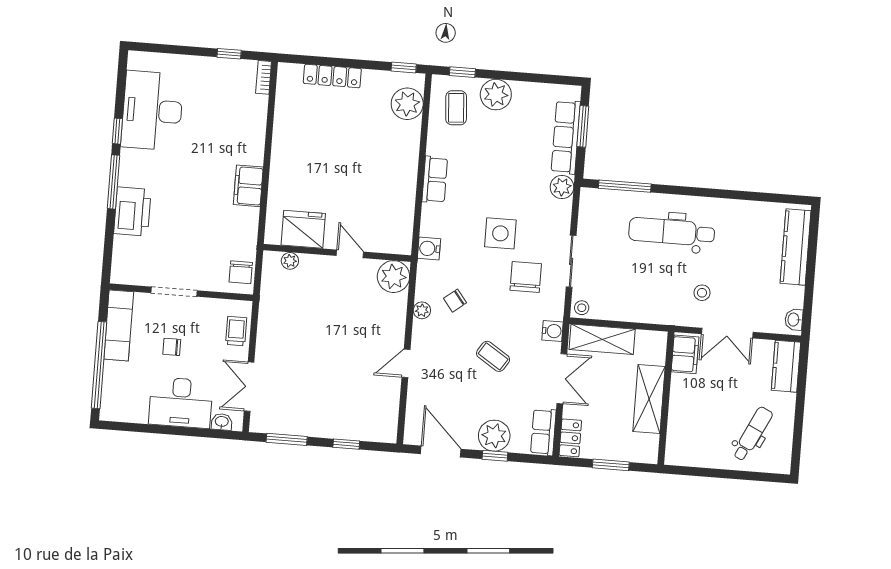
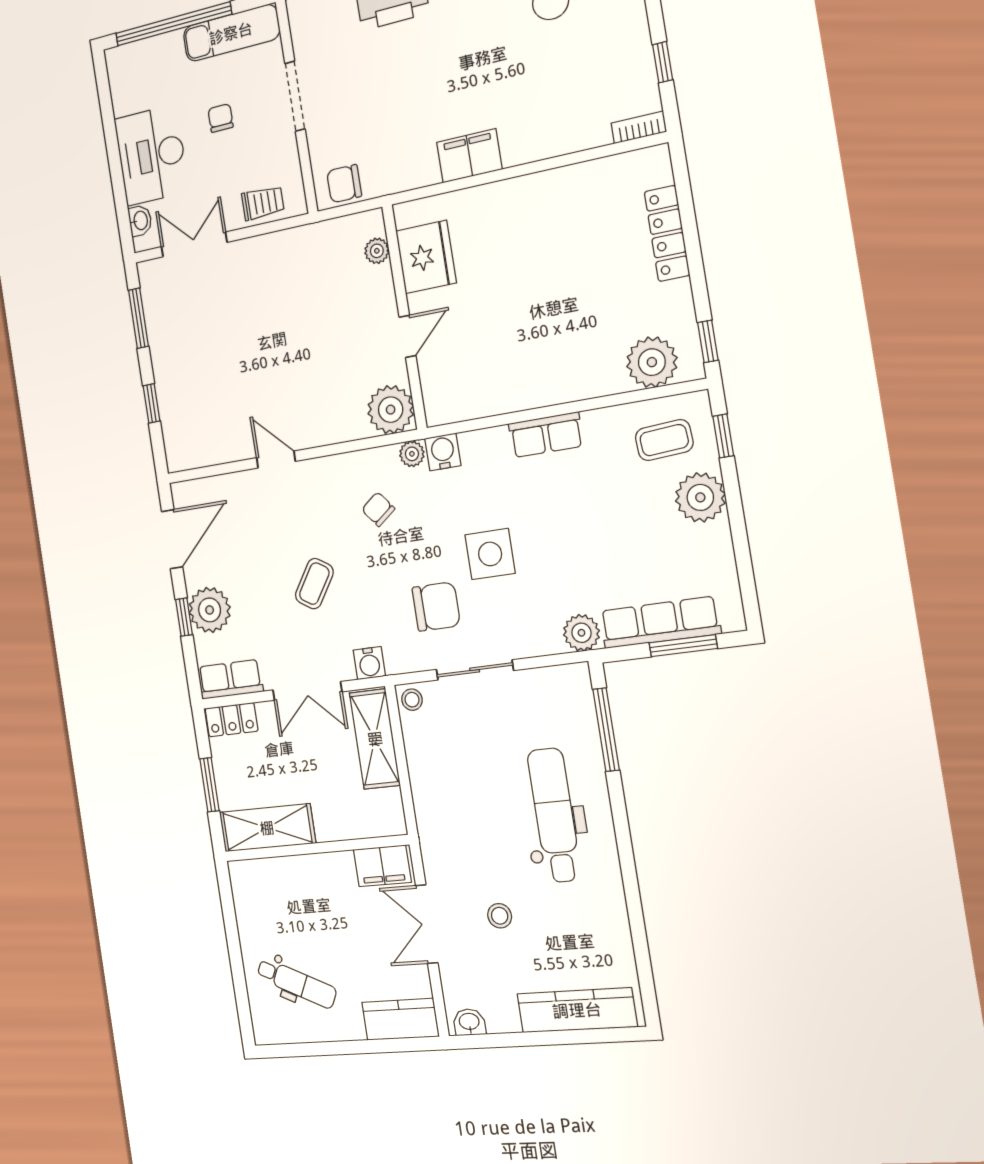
stool: (702, 293) -> (500, 916), moved
plant: (422, 310) -> (412, 454), moved
shelving: (649, 399) -> (267, 828), moved

